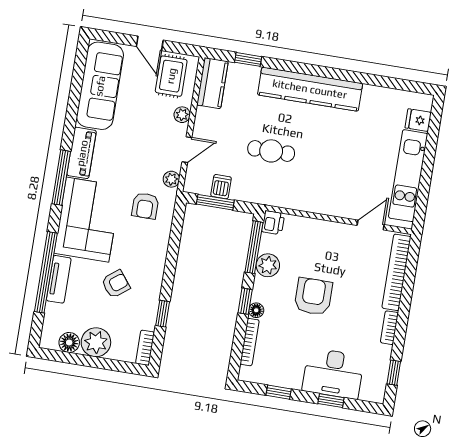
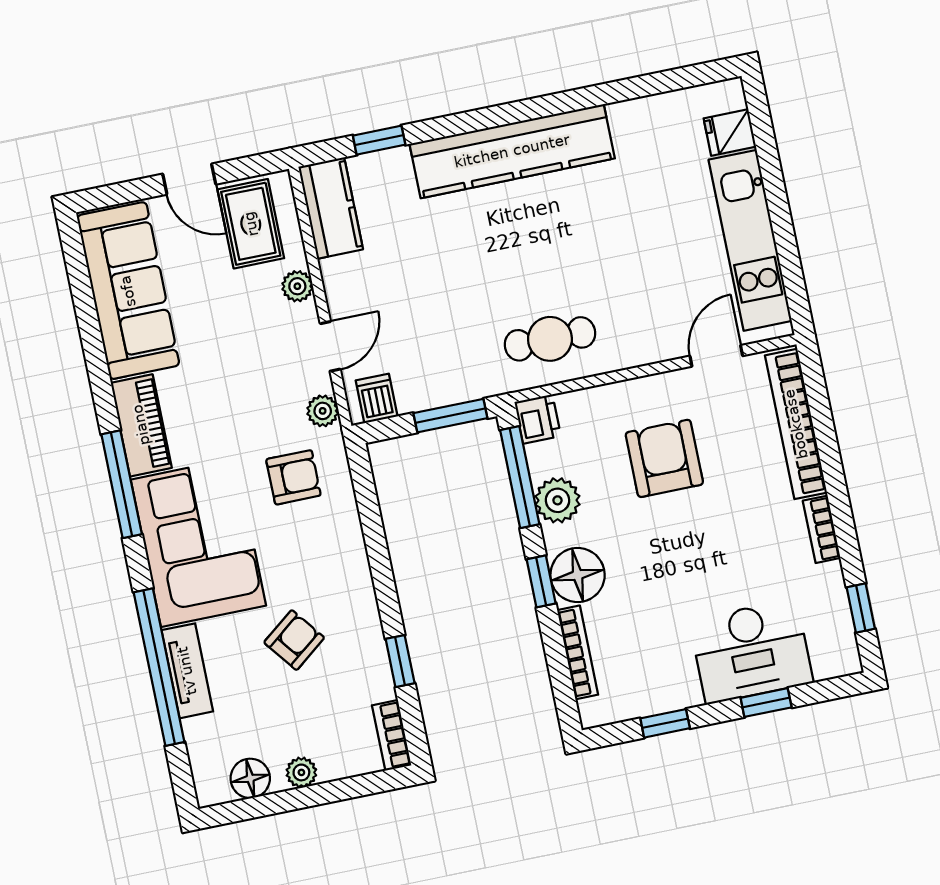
cafe table: (271, 151) -> (550, 339), moved
dishwasher: (221, 187) -> (377, 398), moved
window: (215, 202) -> (450, 416), moved
armchair: (145, 206) -> (293, 477), turned -90
armchair: (313, 296) -> (664, 458), moved
floor lamp: (256, 310) -> (578, 575), width x1.89, depth x1.89
plant: (96, 342) -> (301, 772), width x0.53, depth x0.53

